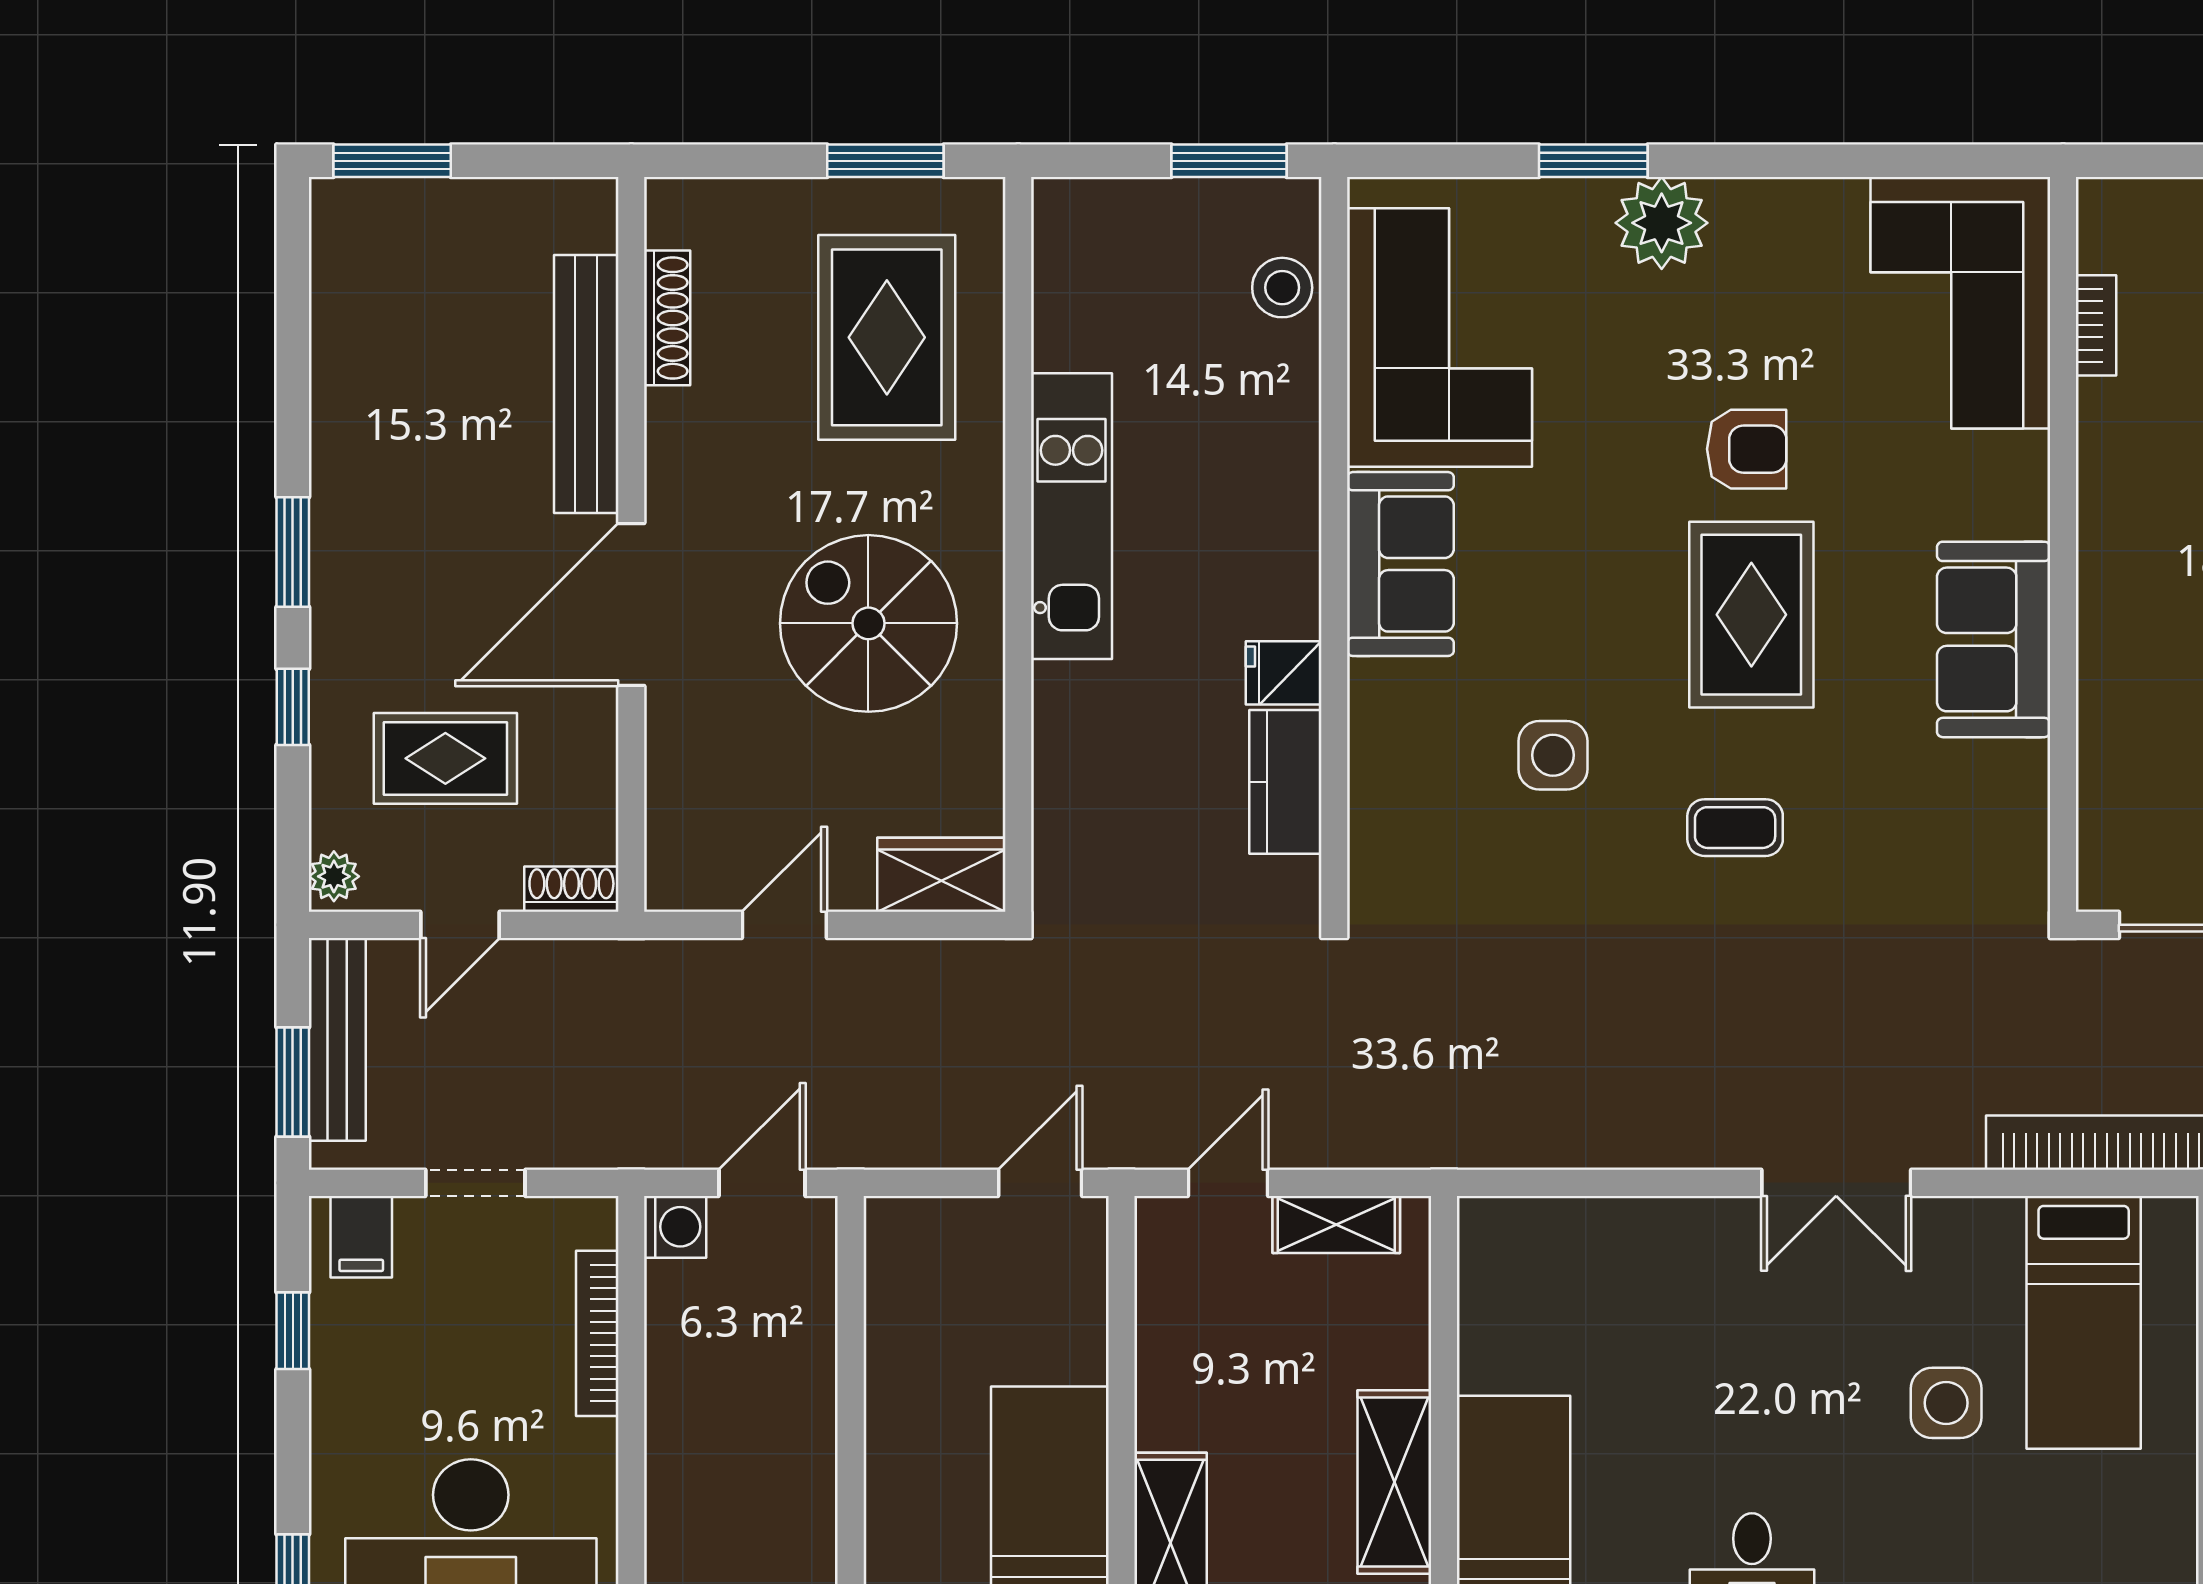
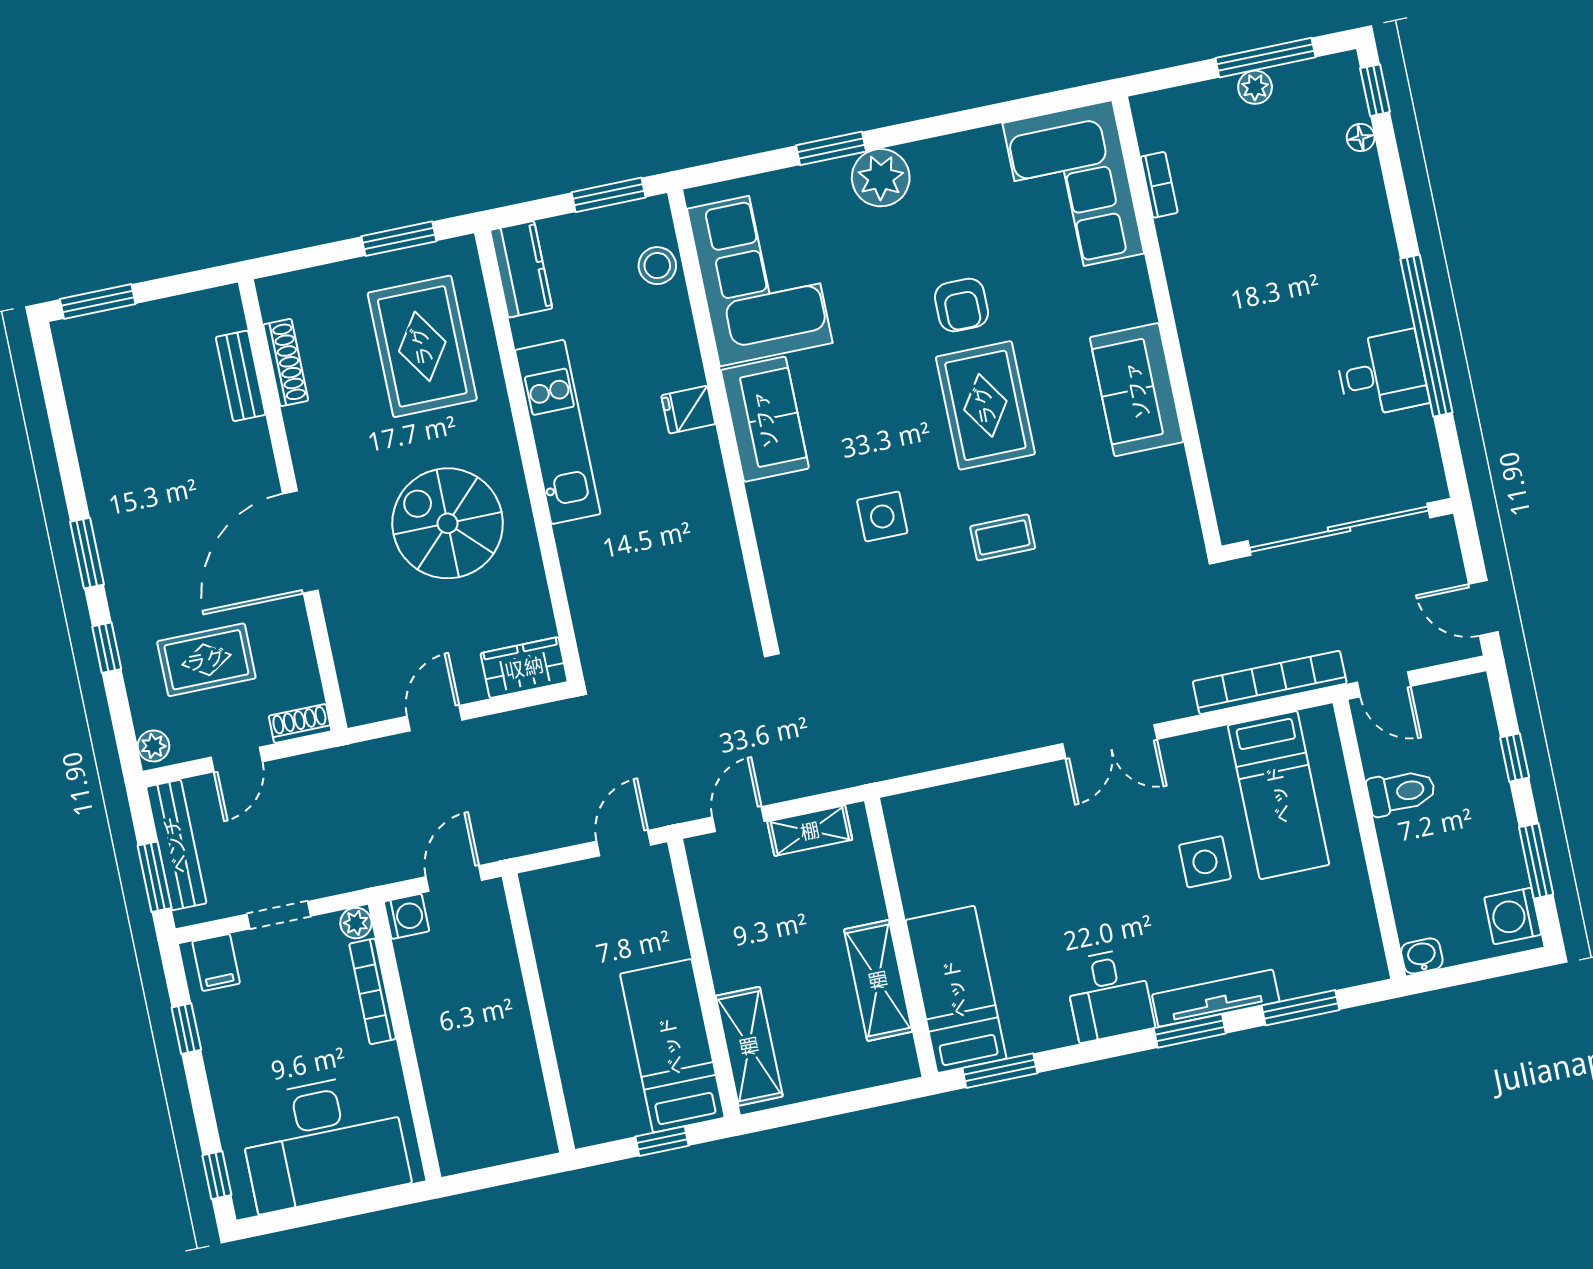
bench: (586, 384) -> (241, 376), width x0.54, depth x0.82
armchair: (1747, 449) -> (962, 305), turned 90
fridge: (1284, 673) -> (688, 410), moved
kitchen counter: (1285, 782) -> (521, 269), moved, turned 180
plant: (594, 1221) -> (356, 923), added

